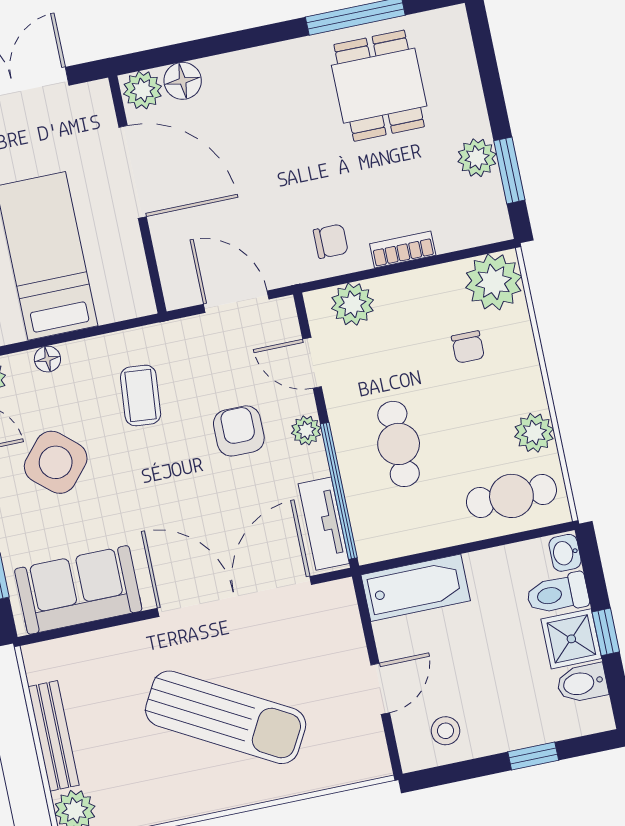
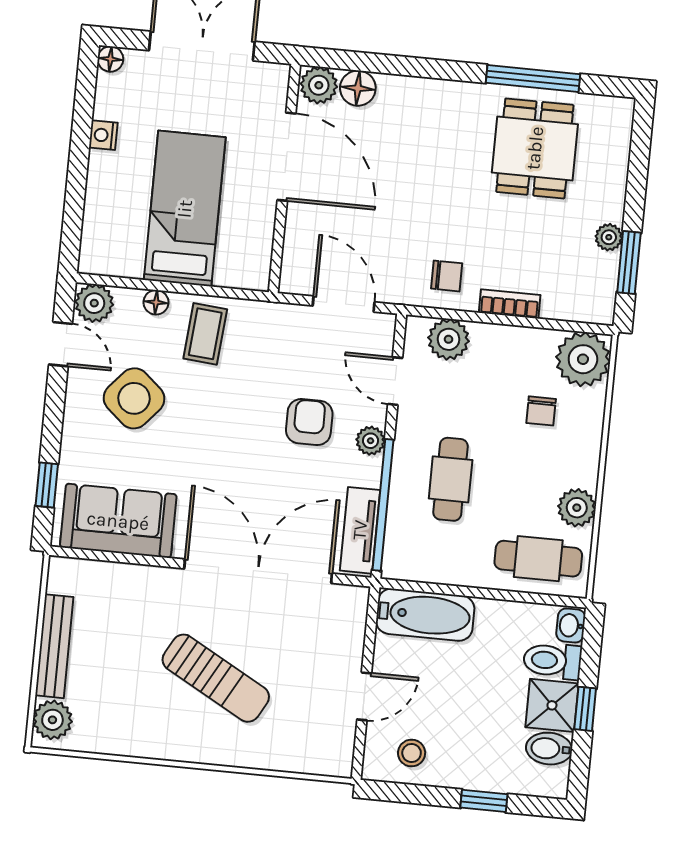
plant: (477, 158) -> (609, 237), width x0.73, depth x0.73
coffee table: (141, 395) -> (205, 334), moved
sun lounger: (226, 717) -> (216, 678), width x0.73, depth x0.75

